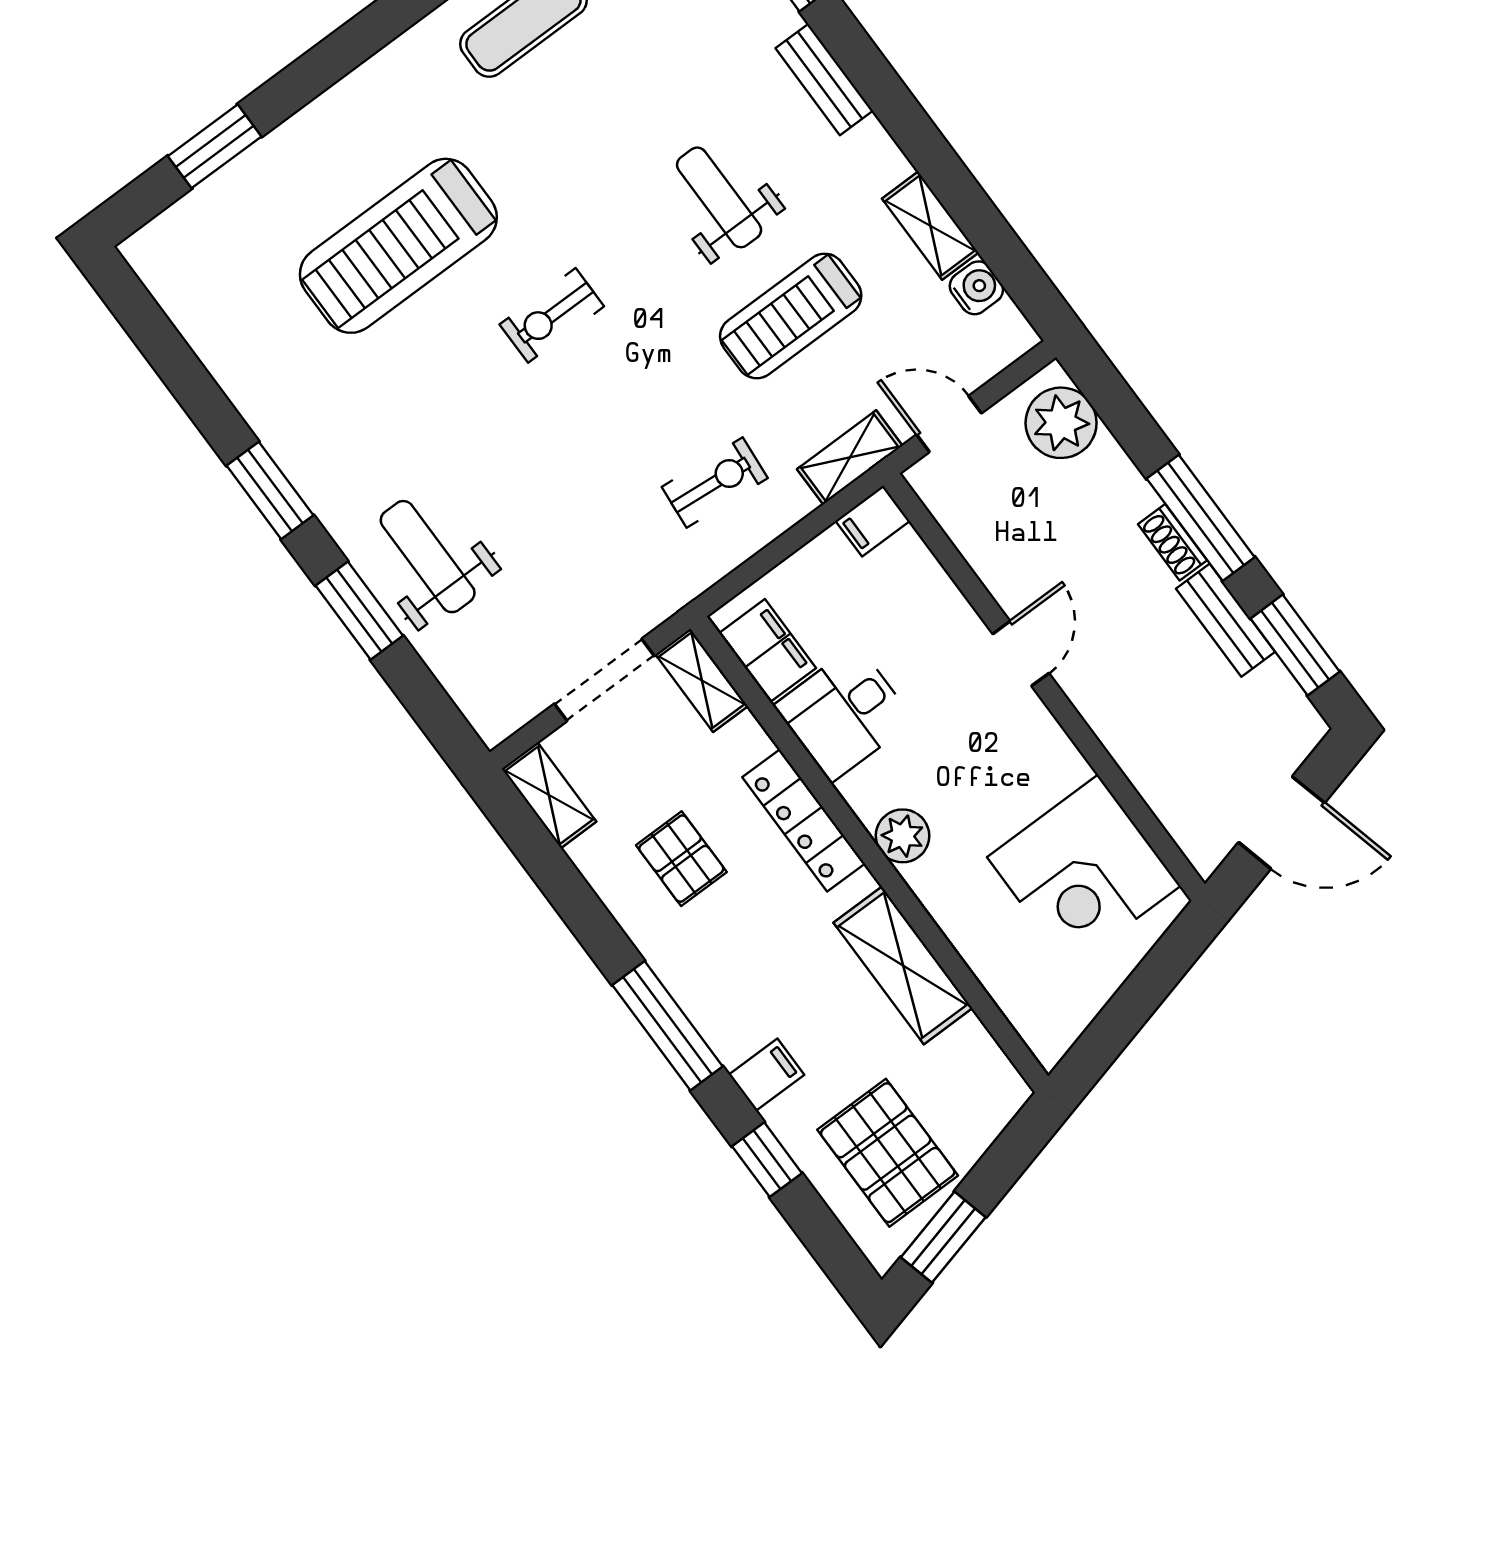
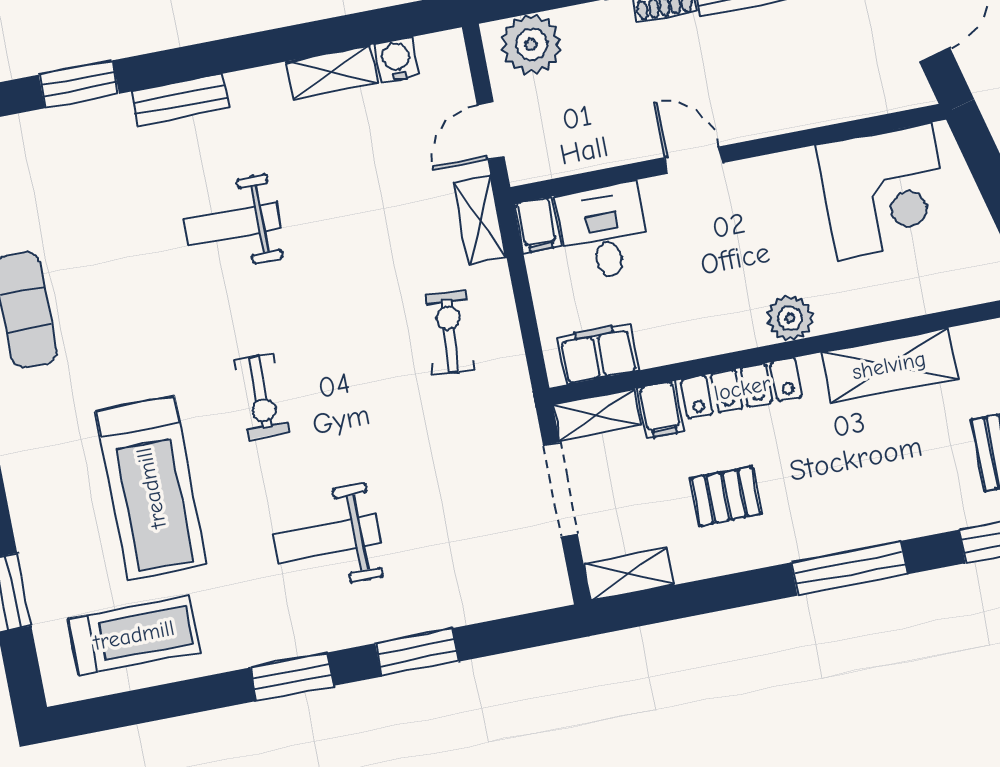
treadmill: (791, 316) -> (134, 635), moved, turned -90
weight bench: (428, 557) -> (327, 539), moved
desk: (844, 713) -> (604, 232), moved, turned 180
filing cabinet: (767, 1075) -> (661, 410), moved, turned 180

